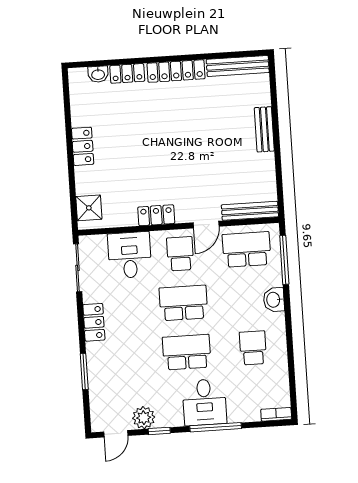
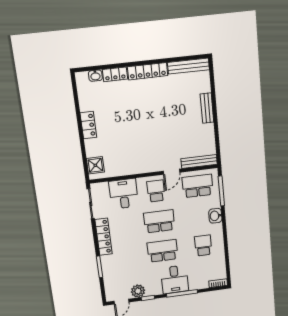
locker: (156, 215) -> (139, 168), removed
locker: (94, 322) -> (104, 237), width x1.53

